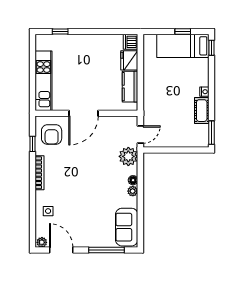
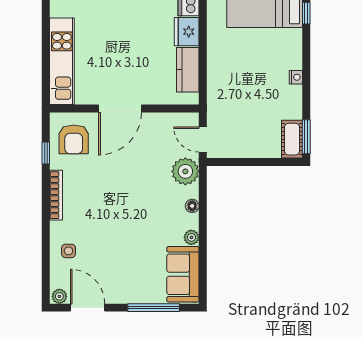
cot: (202, 111) -> (292, 139), moved
door: (140, 135) -> (203, 140), swing flipped
plant: (133, 191) -> (191, 237), moved

